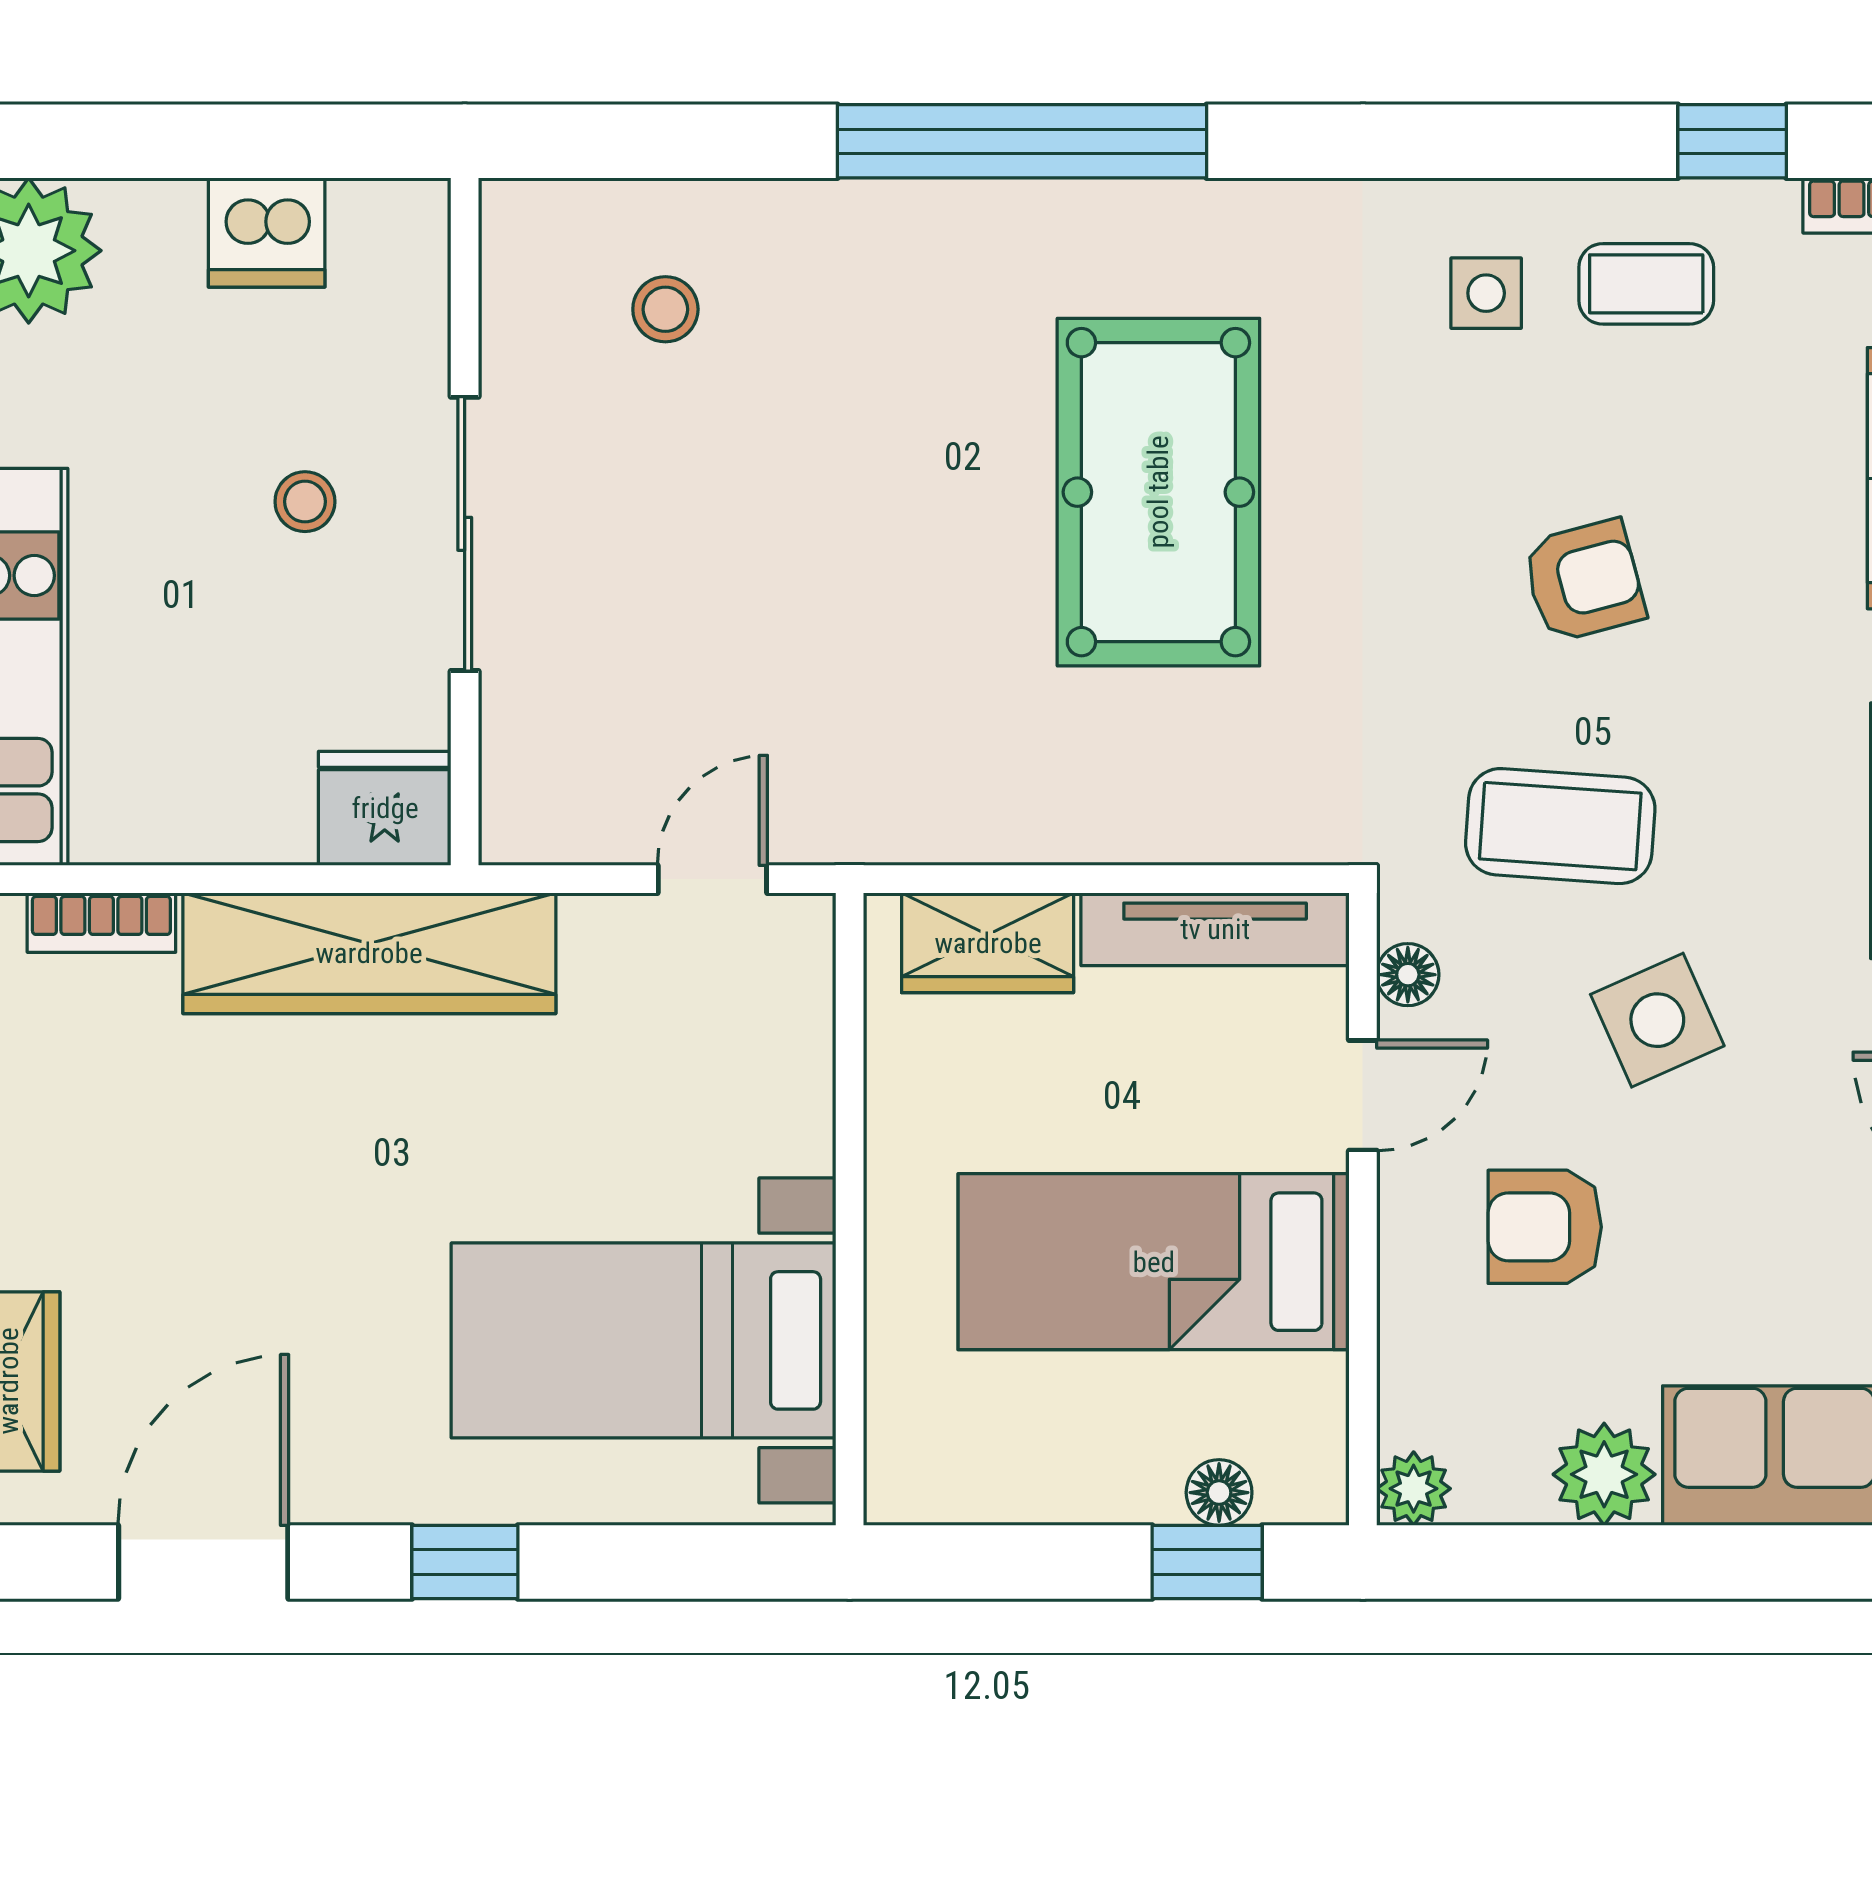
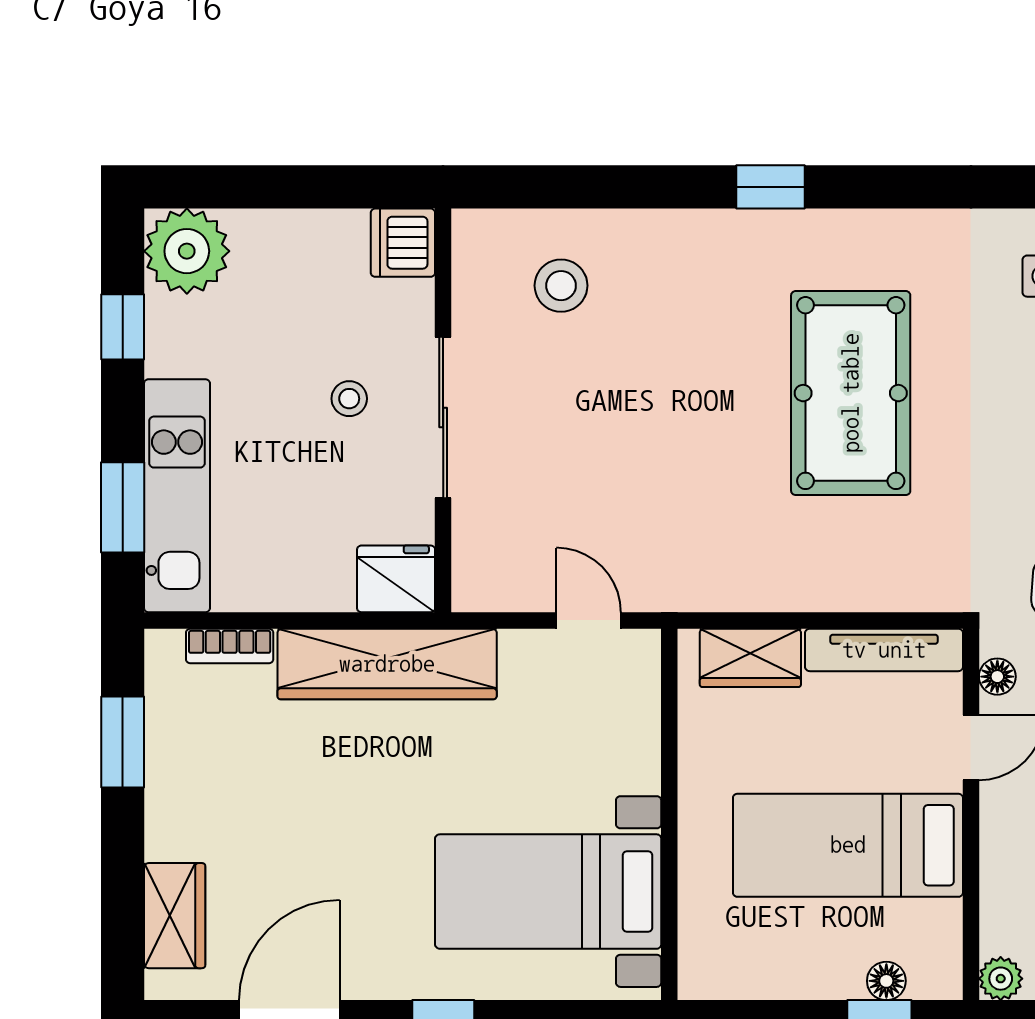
window: (1022, 141) -> (771, 187), width x0.32
dishwasher: (267, 233) -> (403, 243), moved, turned 90
stool: (665, 309) -> (561, 286), width x1.37, depth x1.37
door: (712, 879) -> (589, 620), hinge flipped

